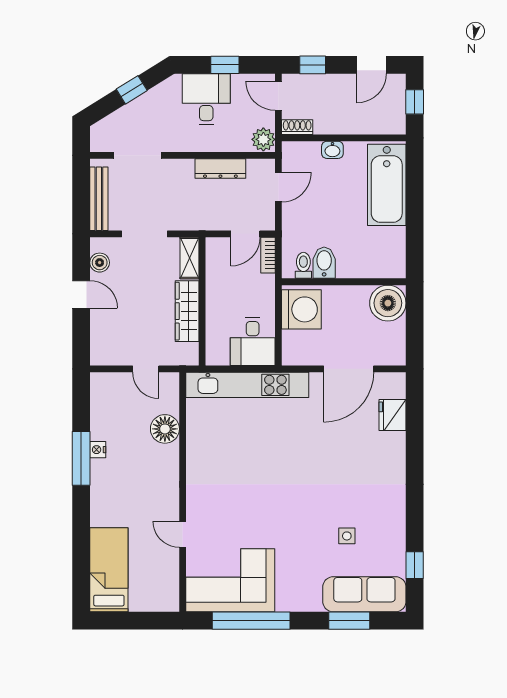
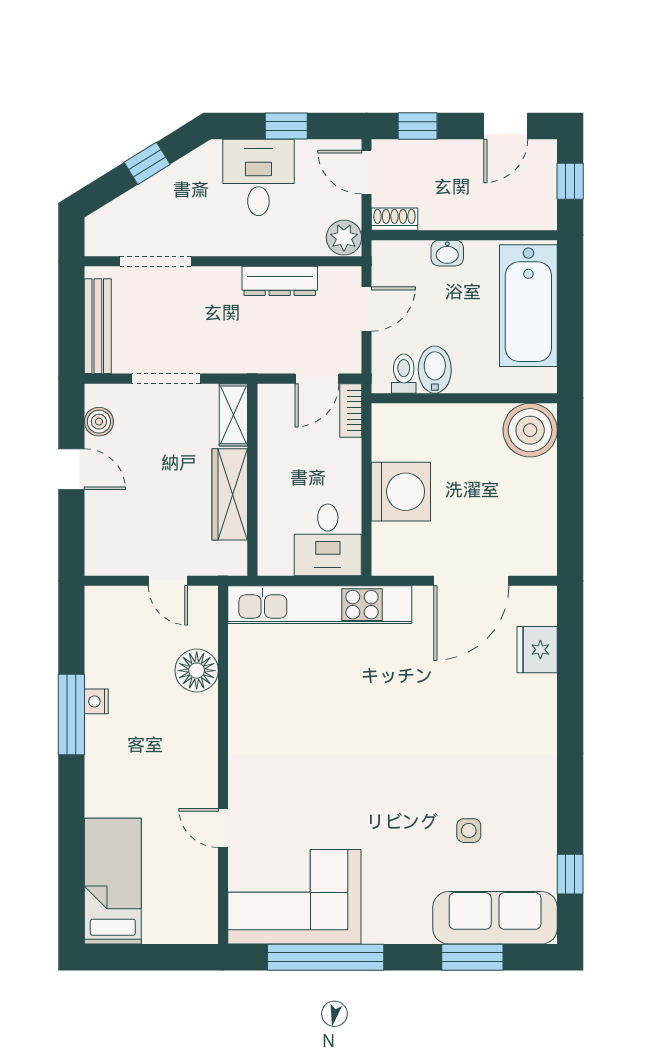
bidet: (324, 263) -> (435, 370), moved
toilet: (303, 265) -> (404, 374), moved
wall: (344, 282) -> (464, 398), moved
boiler: (388, 303) -> (530, 430), moved

